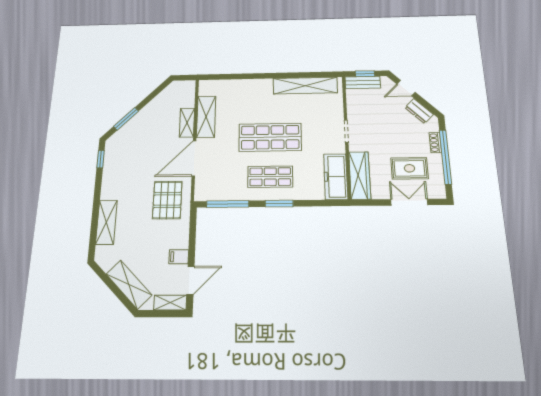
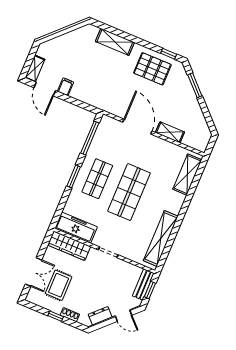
door: (406, 88) -> (123, 316), swing flipped
shelving: (206, 117) -> (187, 174), moved, turned 90
window: (445, 157) -> (56, 316), width x0.32
pallet: (167, 200) -> (152, 69), moved
shelving: (129, 284) -> (61, 43), removed

